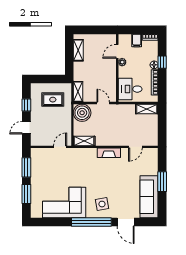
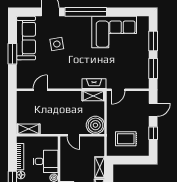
desk: (130, 89) -> (46, 161), moved
shelving: (78, 92) -> (100, 167), moved
fireplace: (109, 153) -> (94, 84), moved
side table: (102, 204) -> (57, 44), moved

